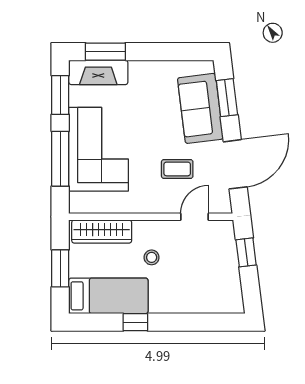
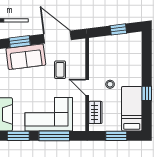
door: (195, 217) -> (87, 87), moved
wardrobe: (102, 232) -> (95, 112), width x0.67
window: (246, 252) -> (118, 29), moved

